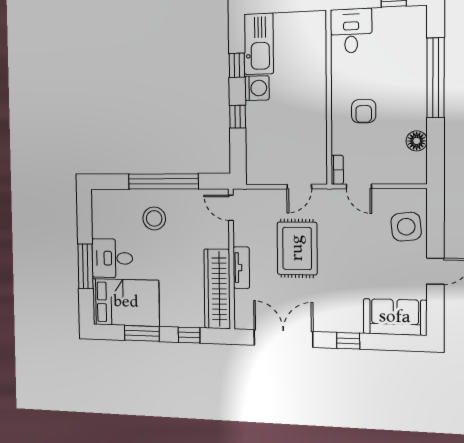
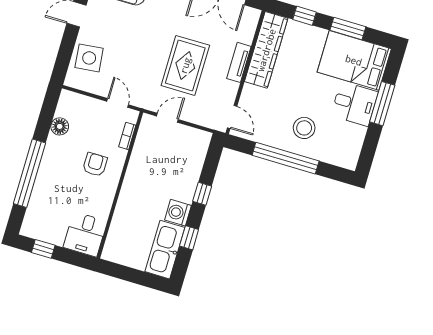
bookcase: (337, 170) -> (127, 136), moved

